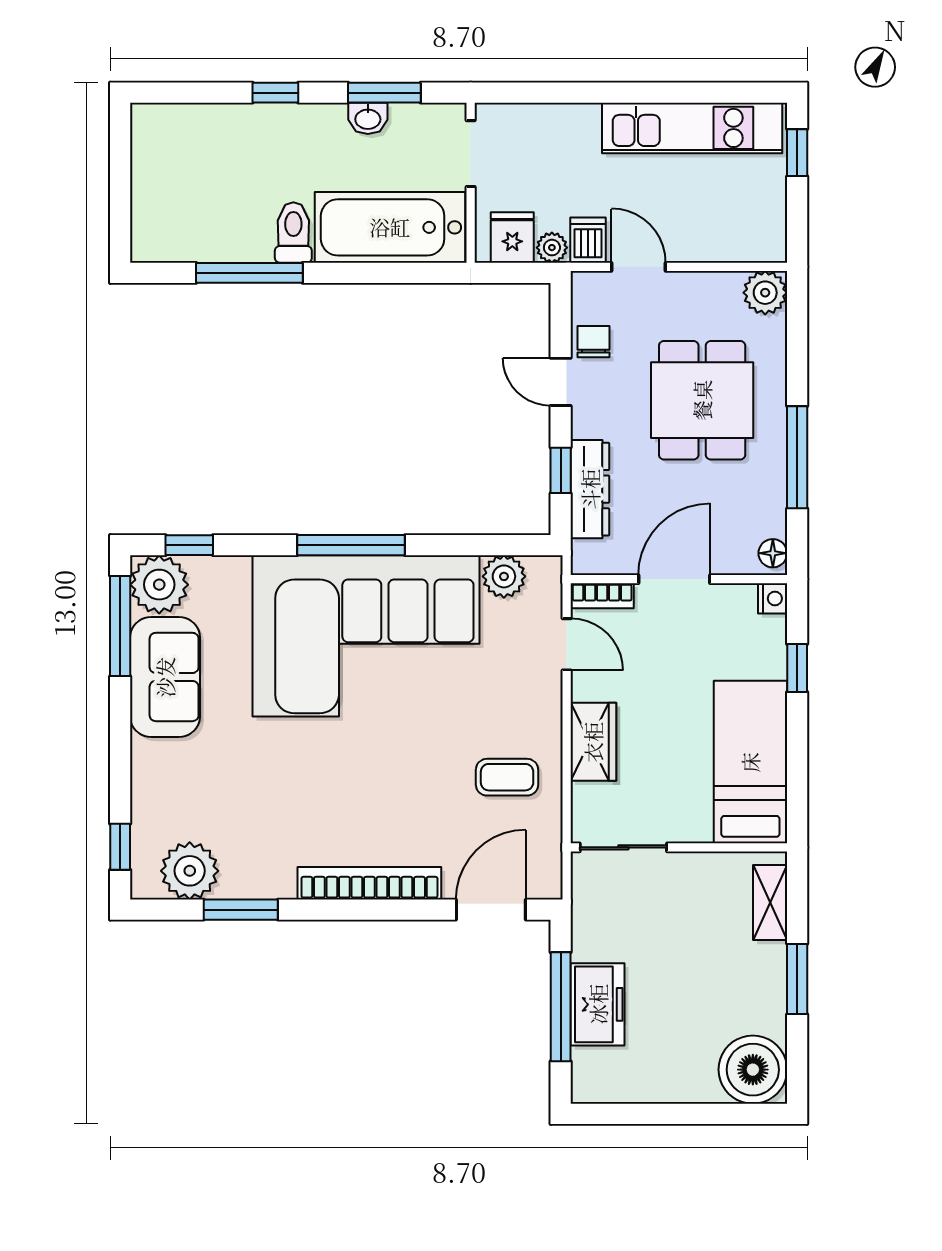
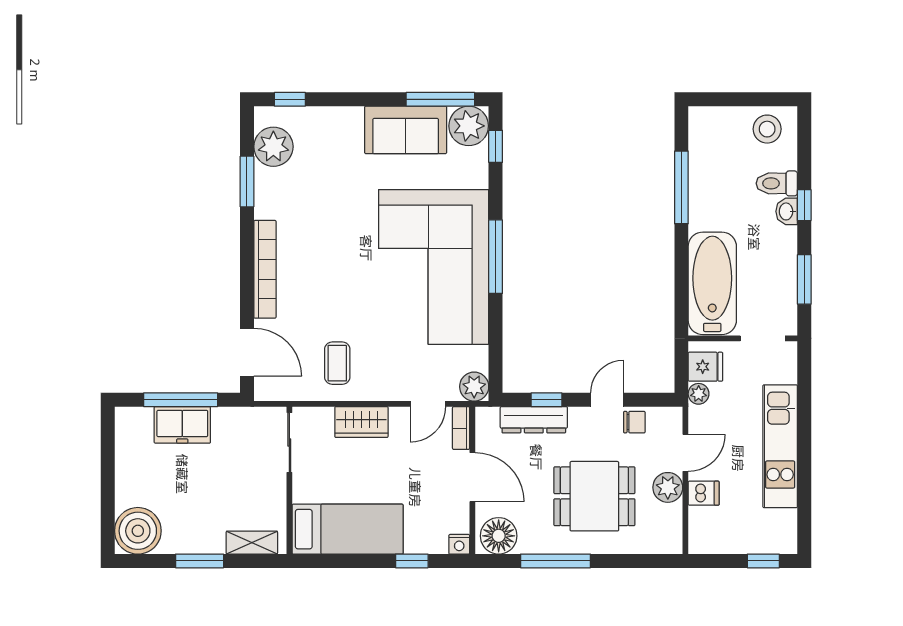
washbasin: (368, 118) -> (787, 211), moved
kitchen unit: (692, 128) -> (780, 446), moved
stool: (164, 147) -> (767, 129), added
toilet: (293, 232) -> (777, 183), moved, turned 180
dishwasher: (588, 240) -> (704, 493), moved
plant: (765, 293) -> (668, 487), moved
floor lamp: (773, 553) -> (499, 536), width x1.89, depth x1.89
plant: (504, 576) -> (474, 387), moved

